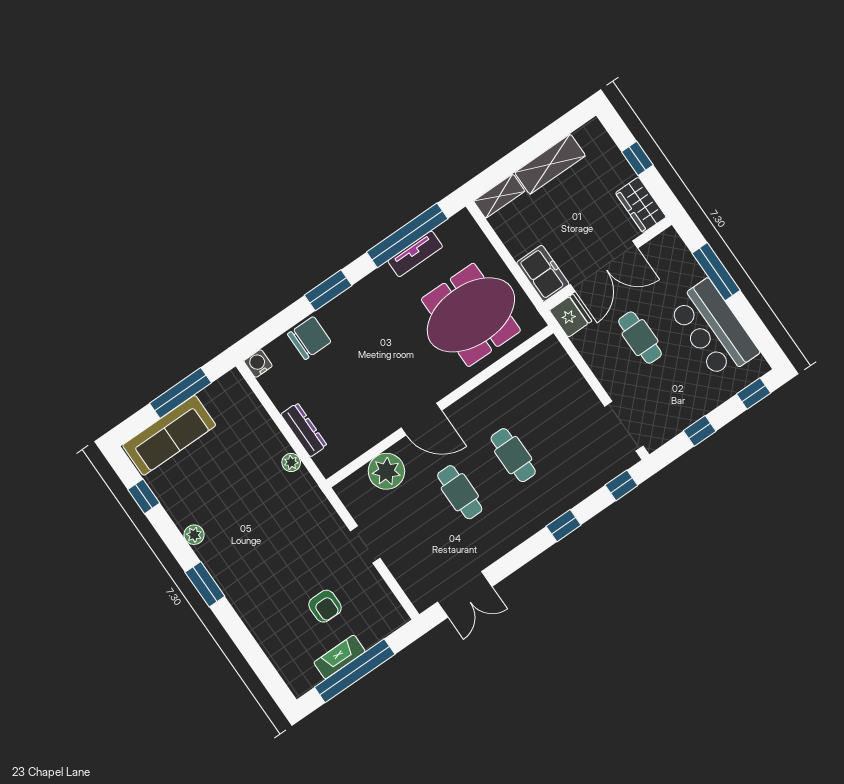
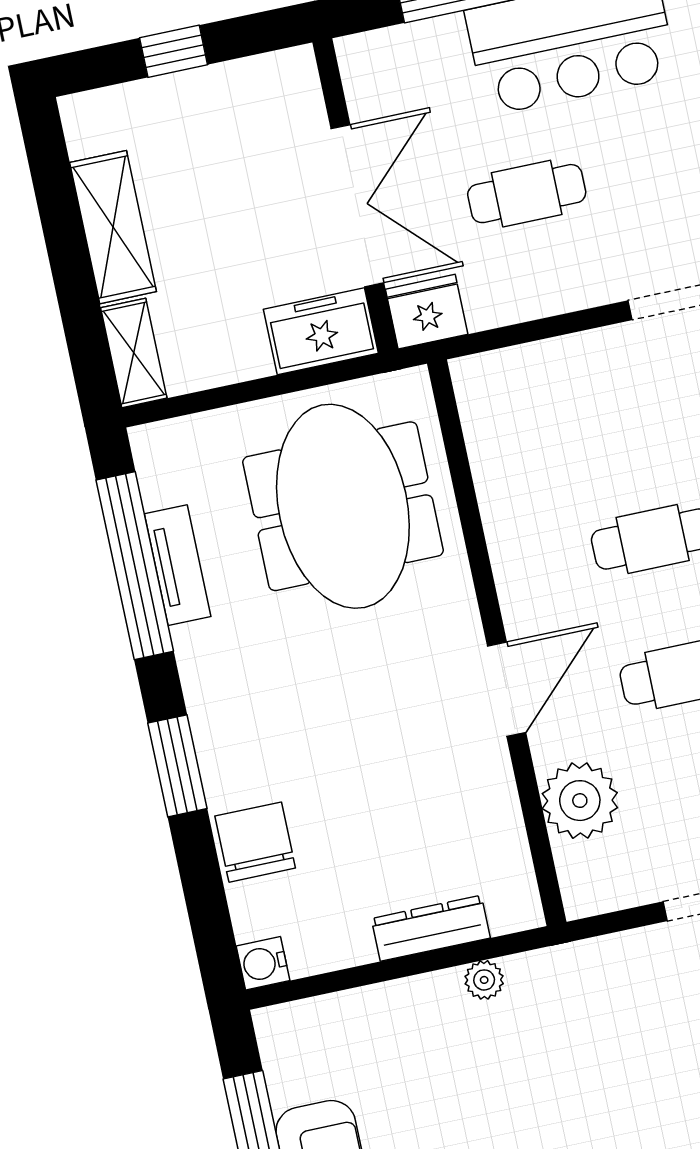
wardrobe: (641, 205) -> (268, 83), removed

